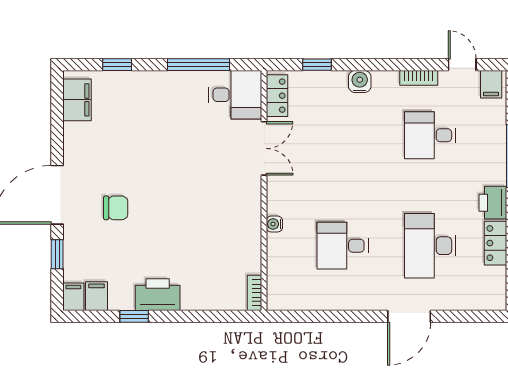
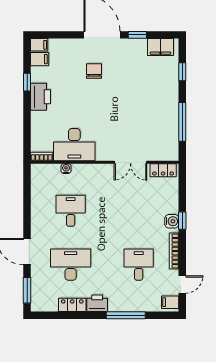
window: (317, 65) -> (182, 221), moved
bookcase: (419, 78) -> (174, 251), width x1.56
desk: (235, 95) -> (74, 145), moved, width x1.37
chair: (116, 208) -> (94, 71), turned 180
water cooler: (274, 224) -> (66, 169), moved
window: (57, 254) -> (137, 35), moved
window: (472, 316) -> (27, 290), added

